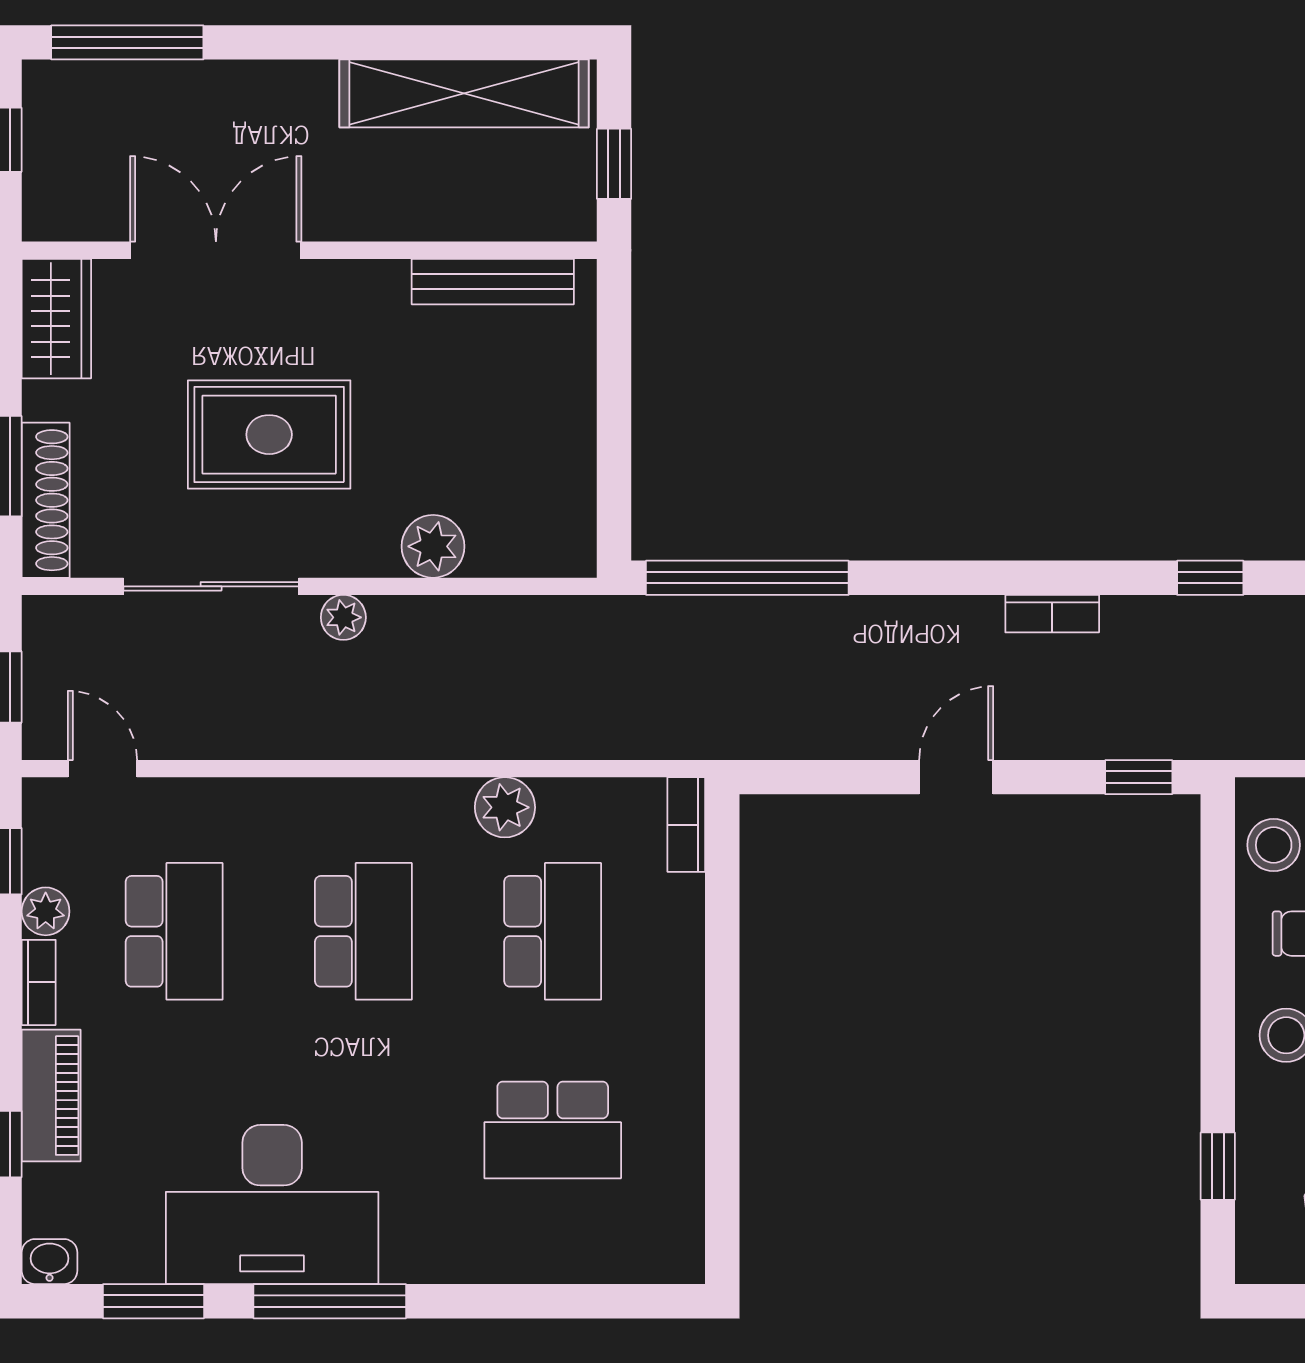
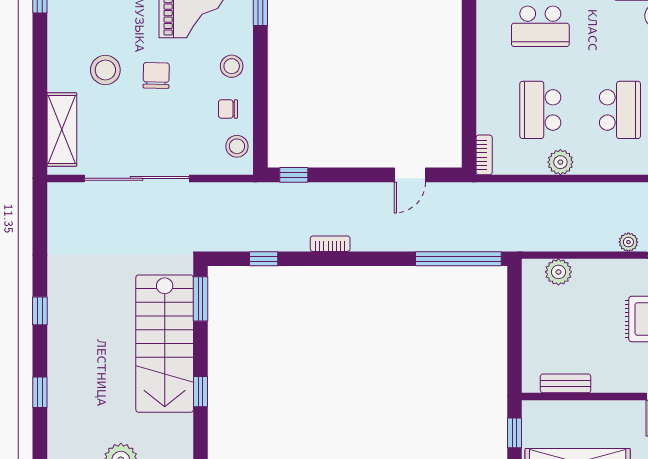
bench: (493, 282) -> (566, 383), width x0.73
plant: (433, 546) -> (558, 272), moved
door: (956, 777) -> (410, 175), moved
school desk: (363, 931) -> (620, 110), turned 180
school desk: (553, 1130) -> (540, 26), turned 180

